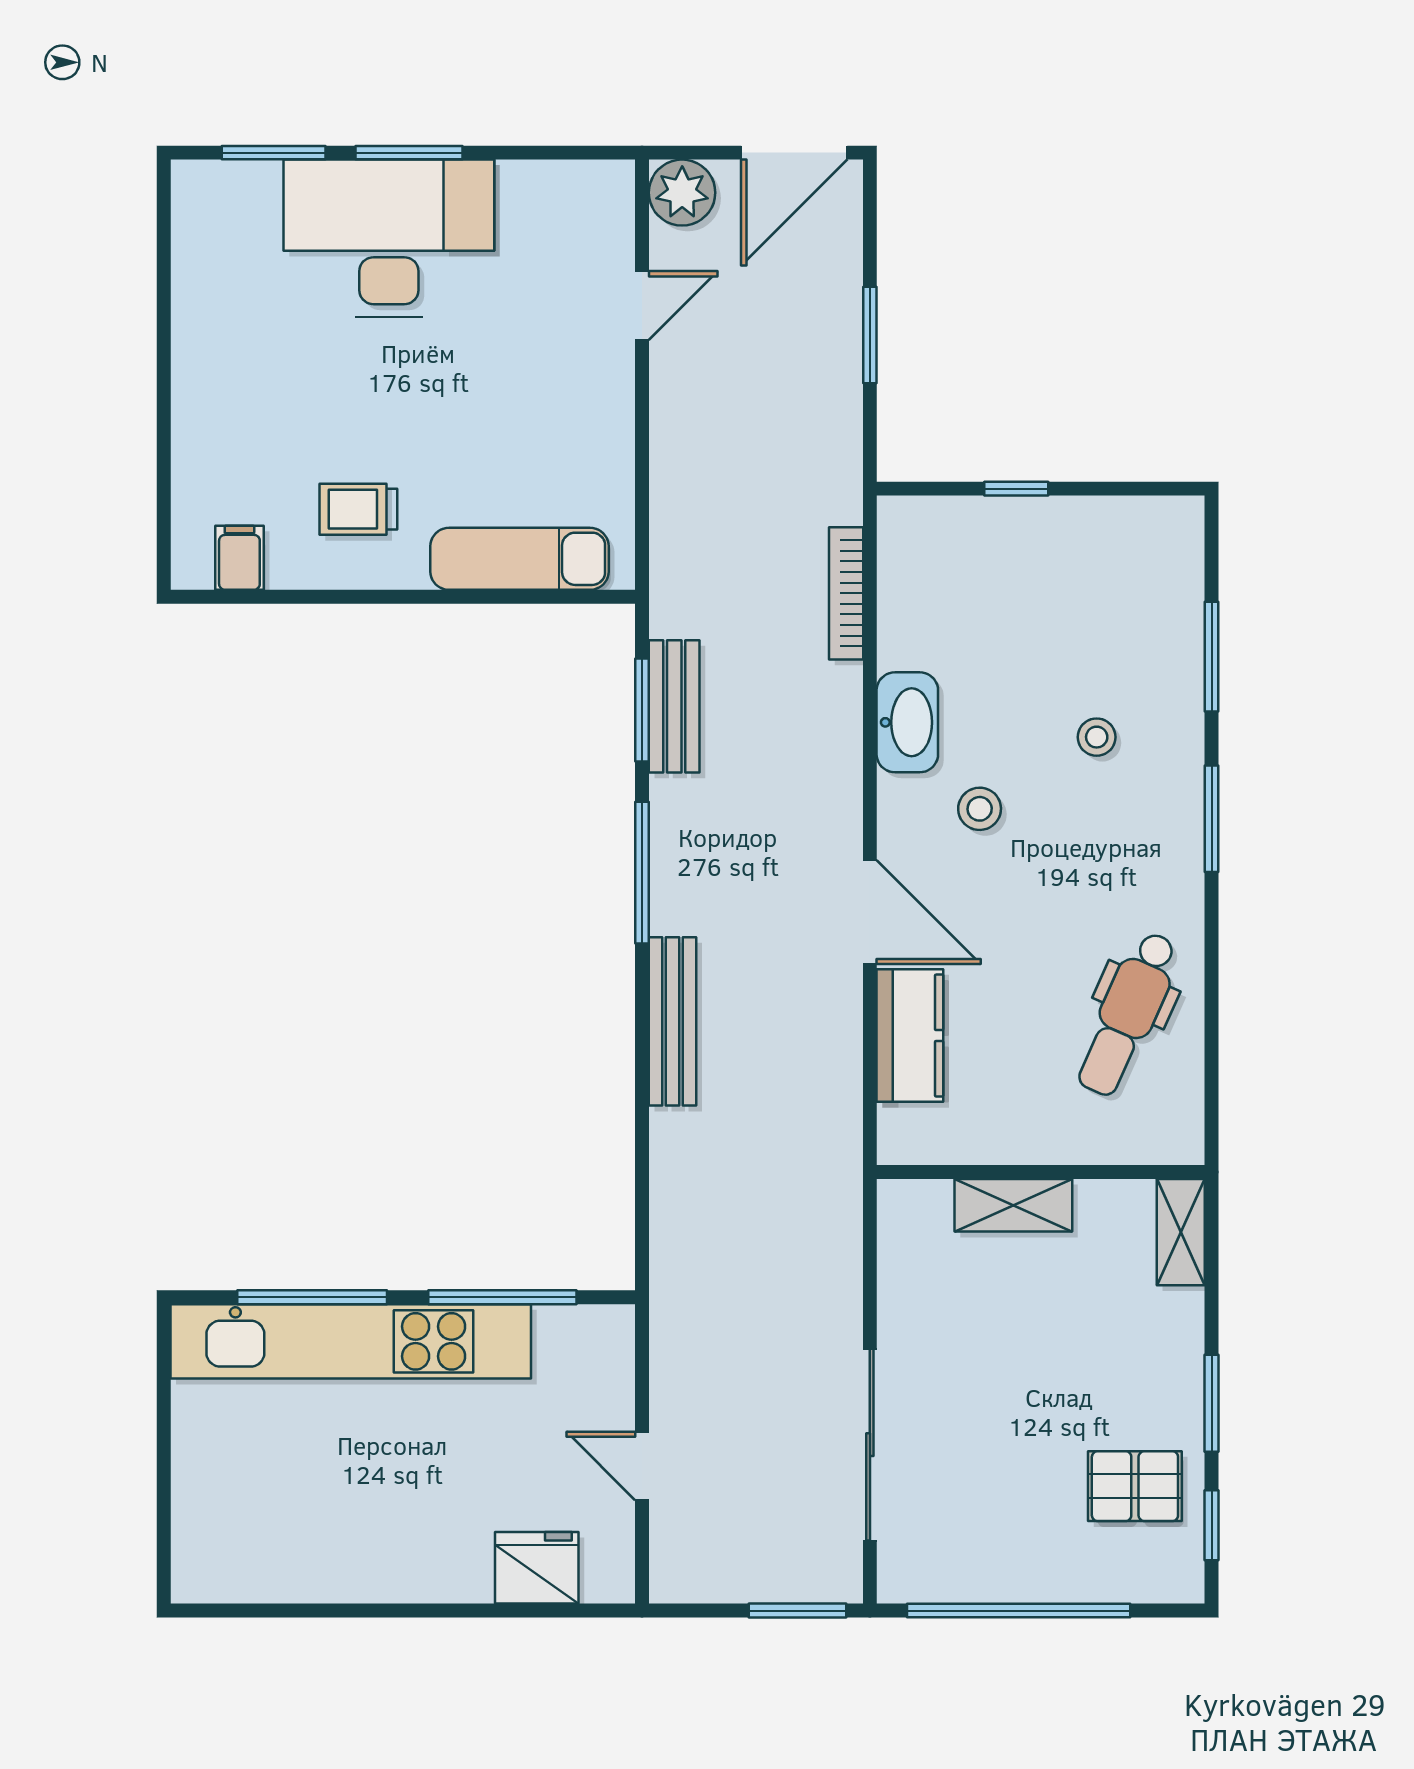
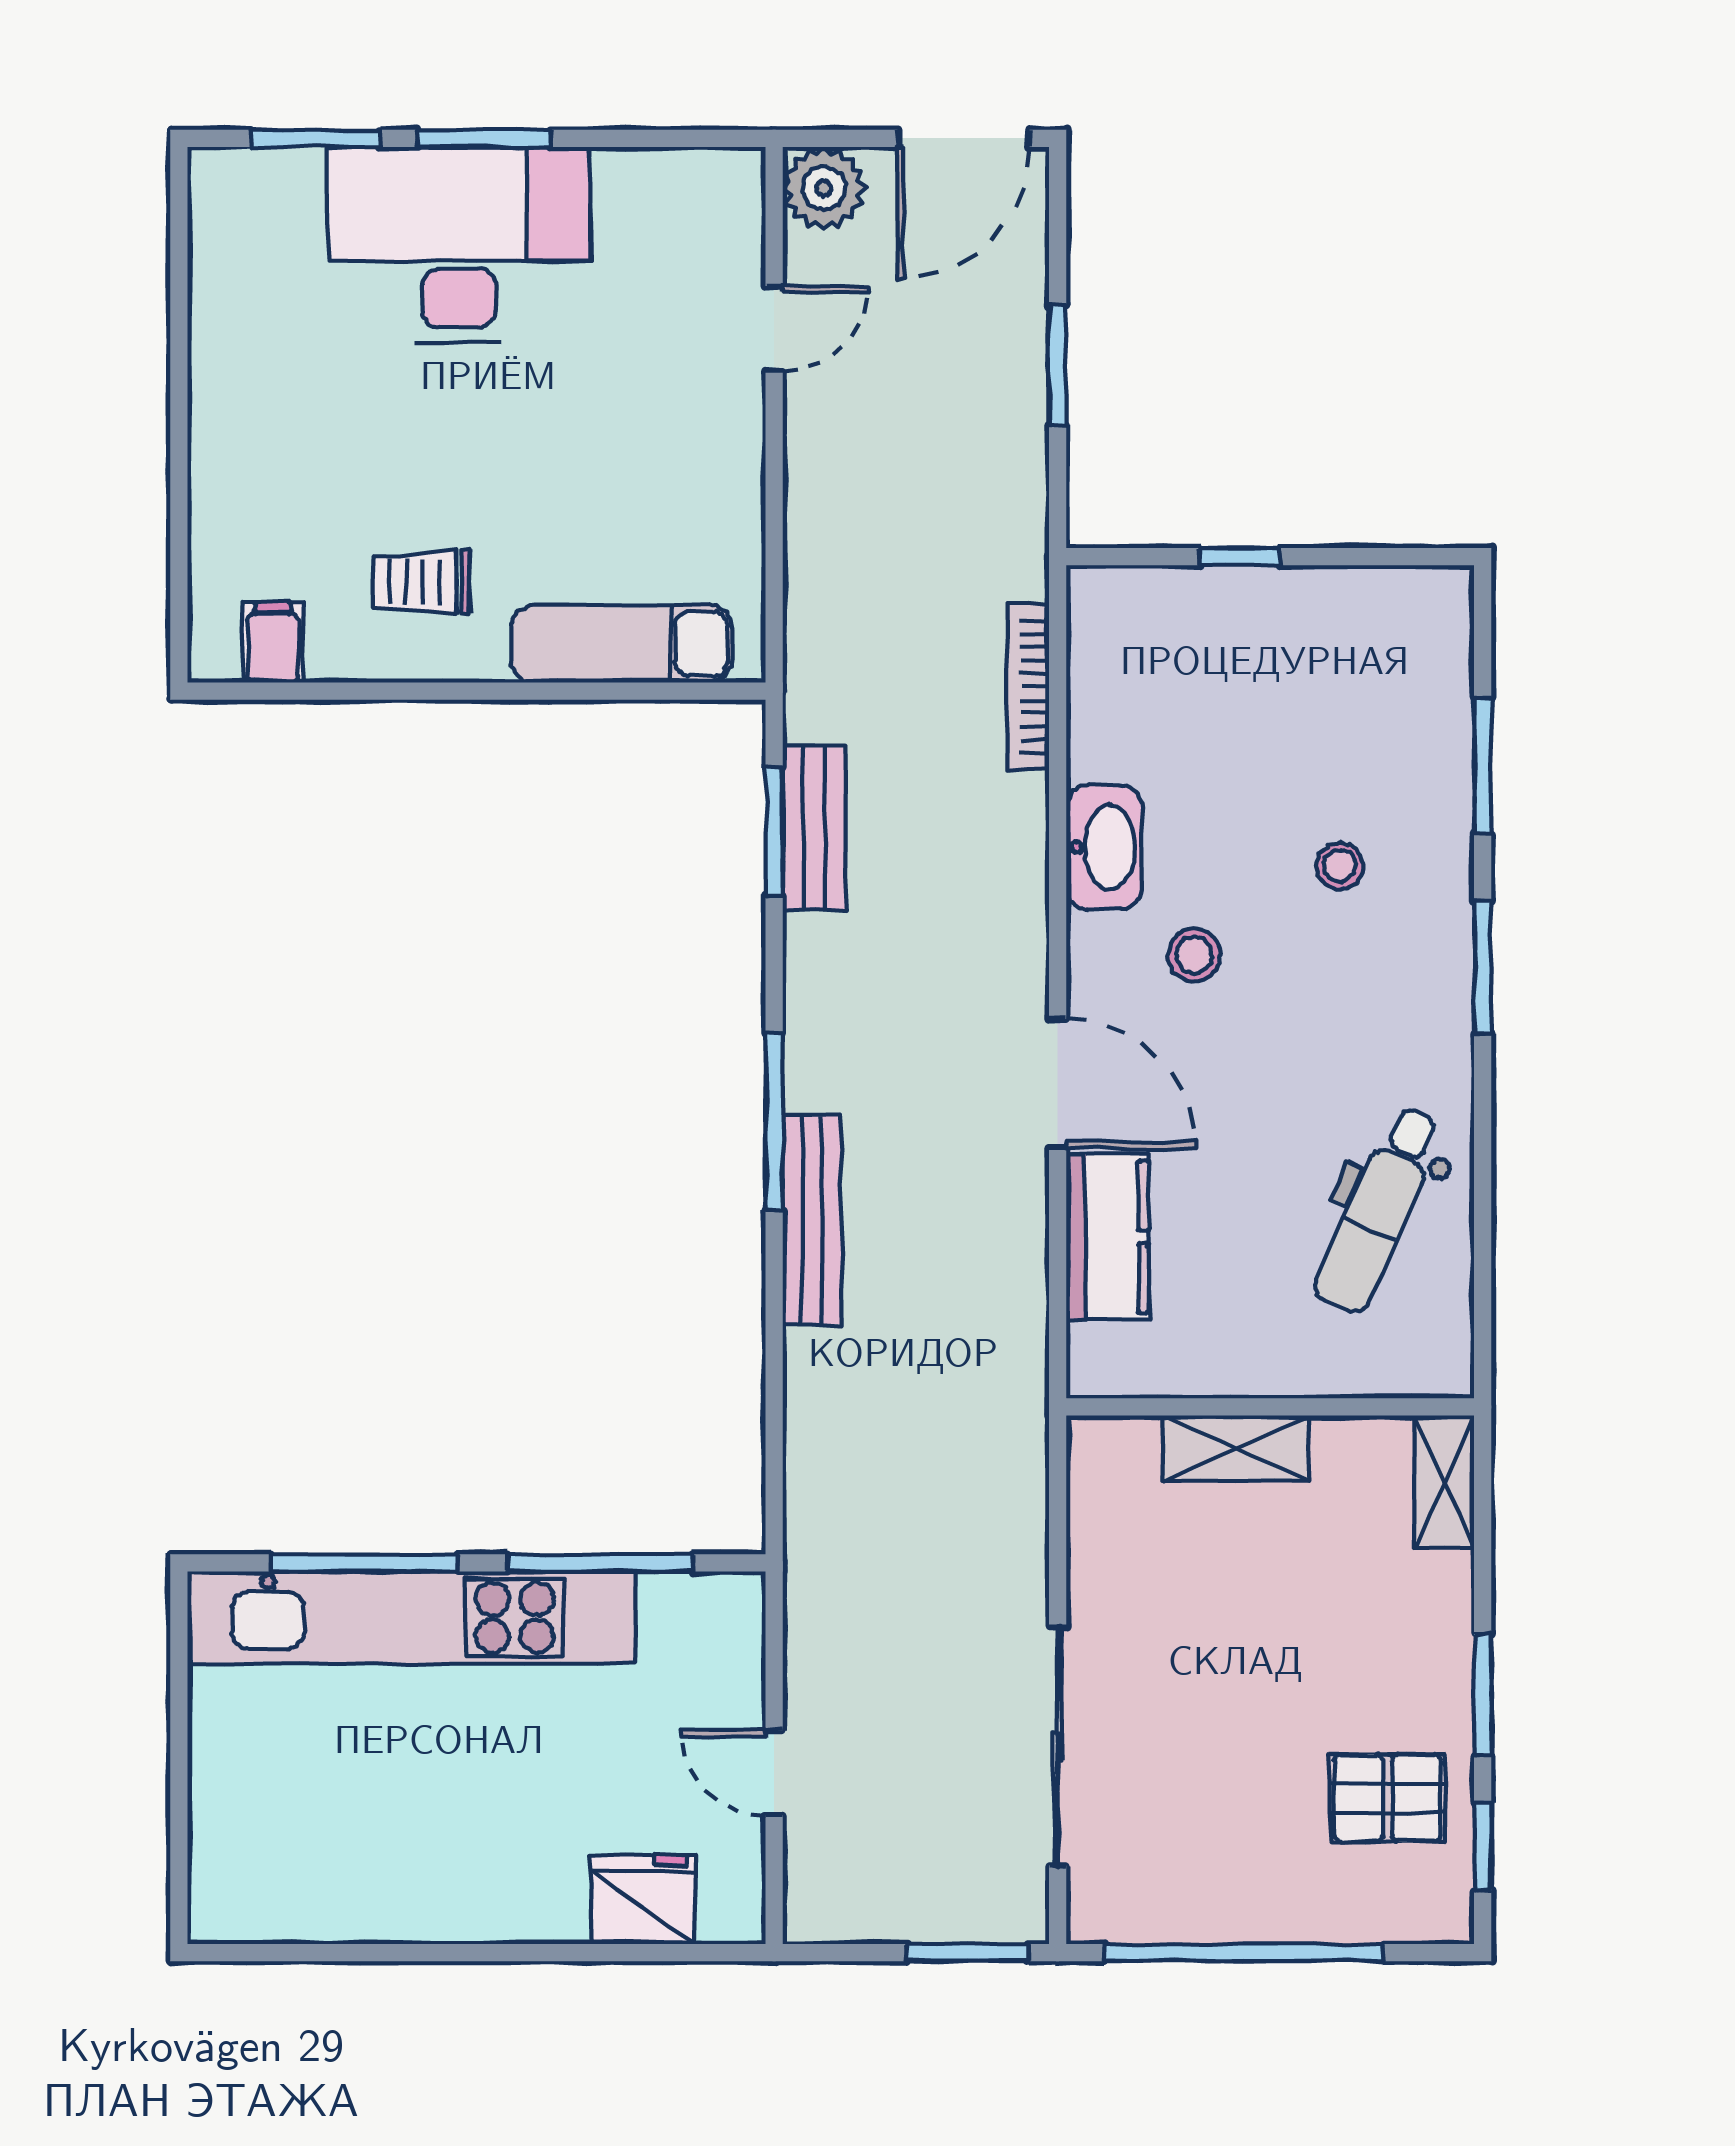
window: (642, 873) -> (774, 1122), moved

